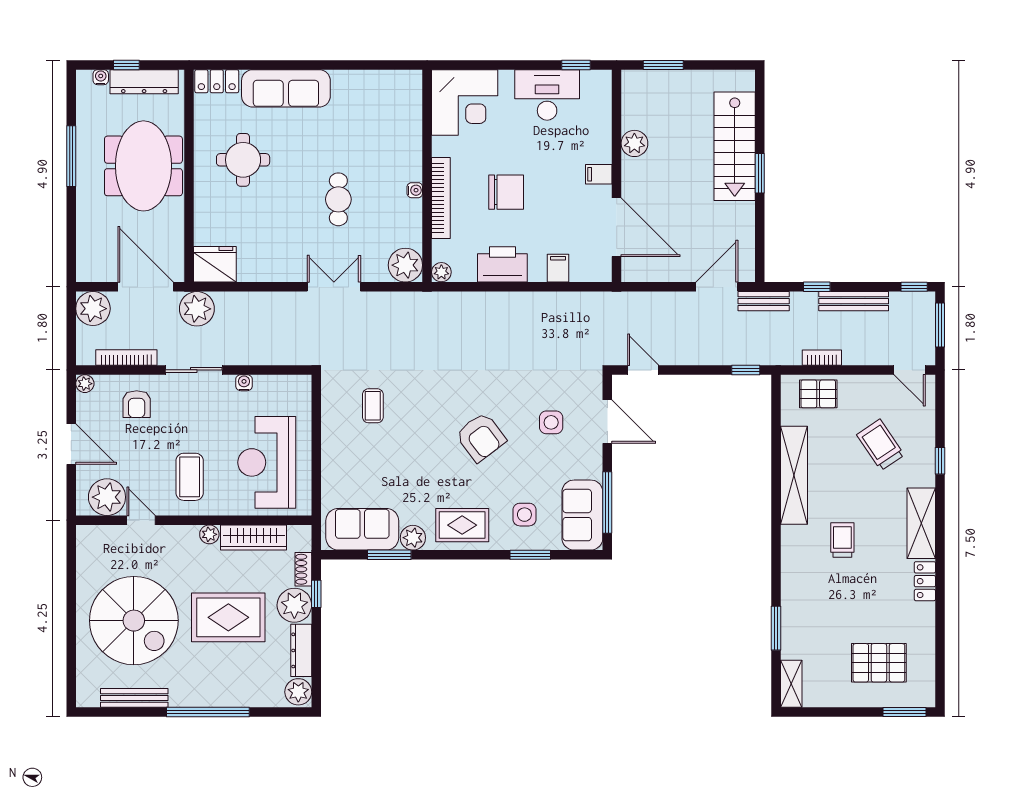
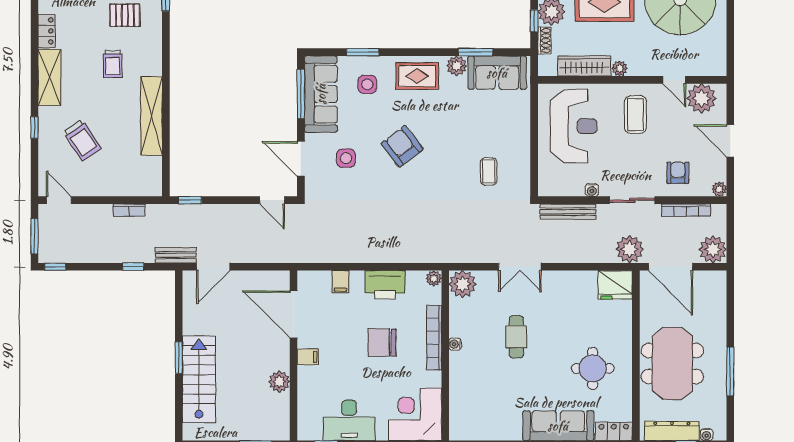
bench: (854, 301) -> (568, 212), moved
pallet: (818, 394) -> (125, 15), moved
sofa: (582, 515) -> (321, 94), width x1.36

